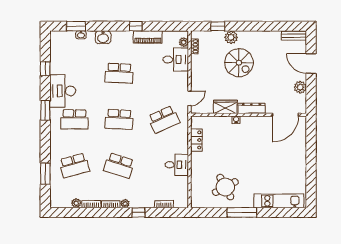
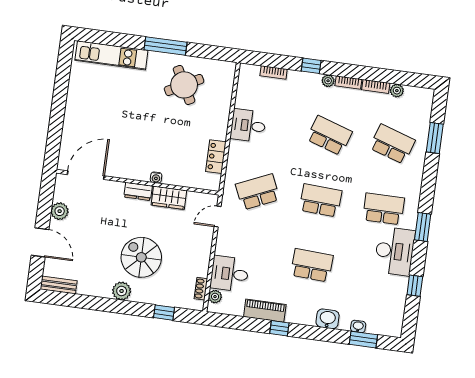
plant: (231, 37) -> (122, 291), moved
dresser: (251, 108) -> (138, 191), width x0.70
school desk: (74, 165) -> (392, 144), turned 33

